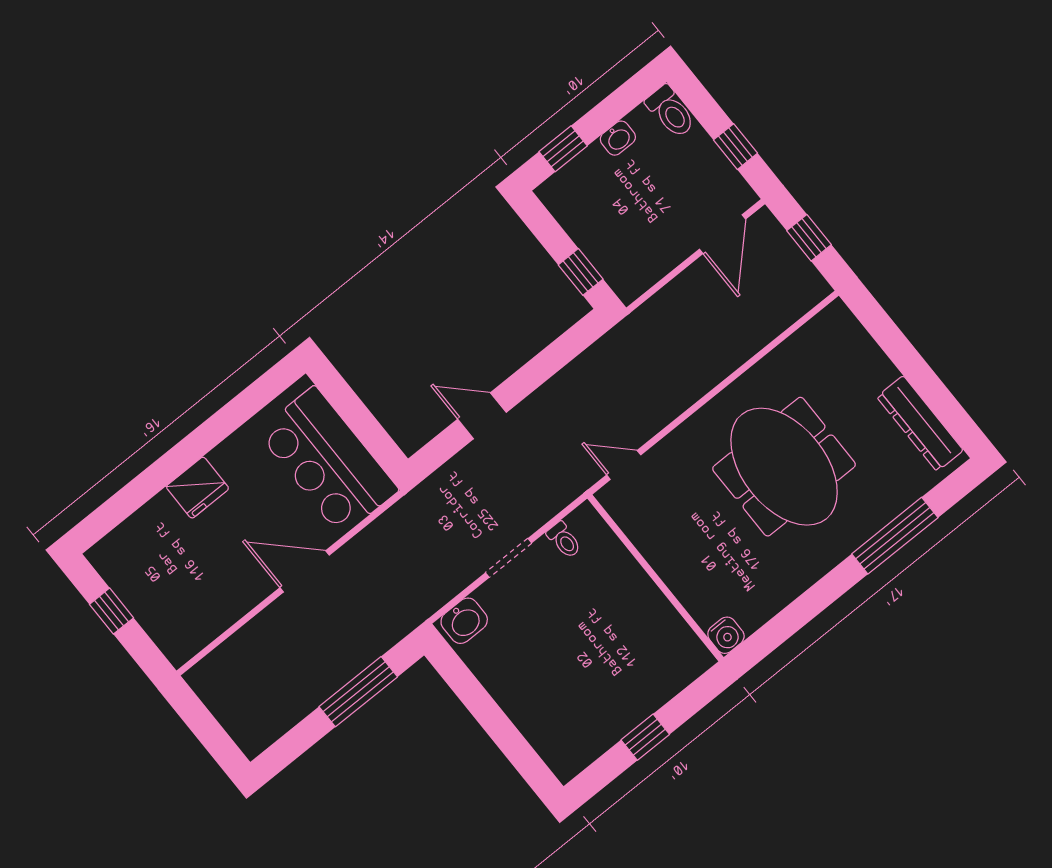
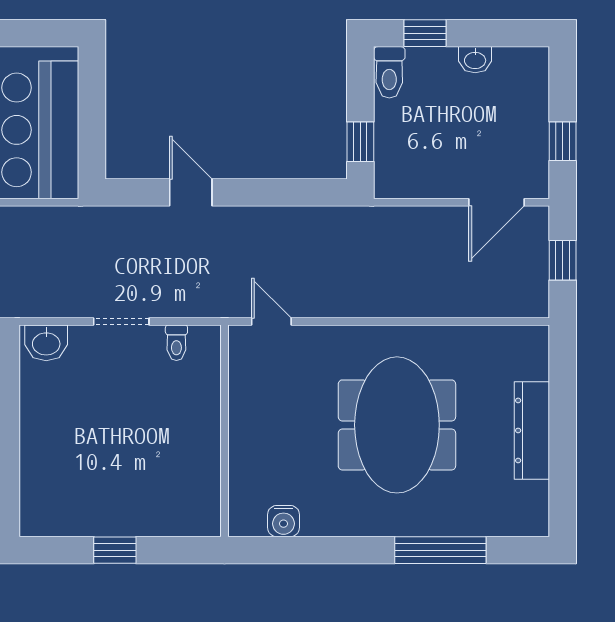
toilet: (671, 112) -> (389, 72), moved
dresser: (920, 424) -> (532, 430), moved
water cooler: (726, 635) -> (283, 521), moved

